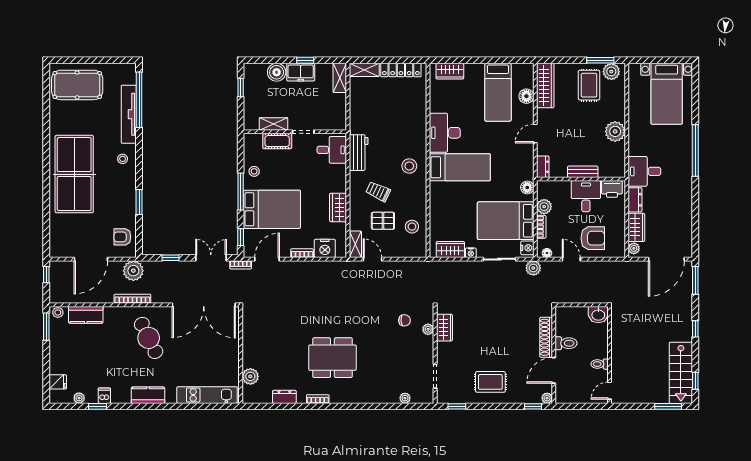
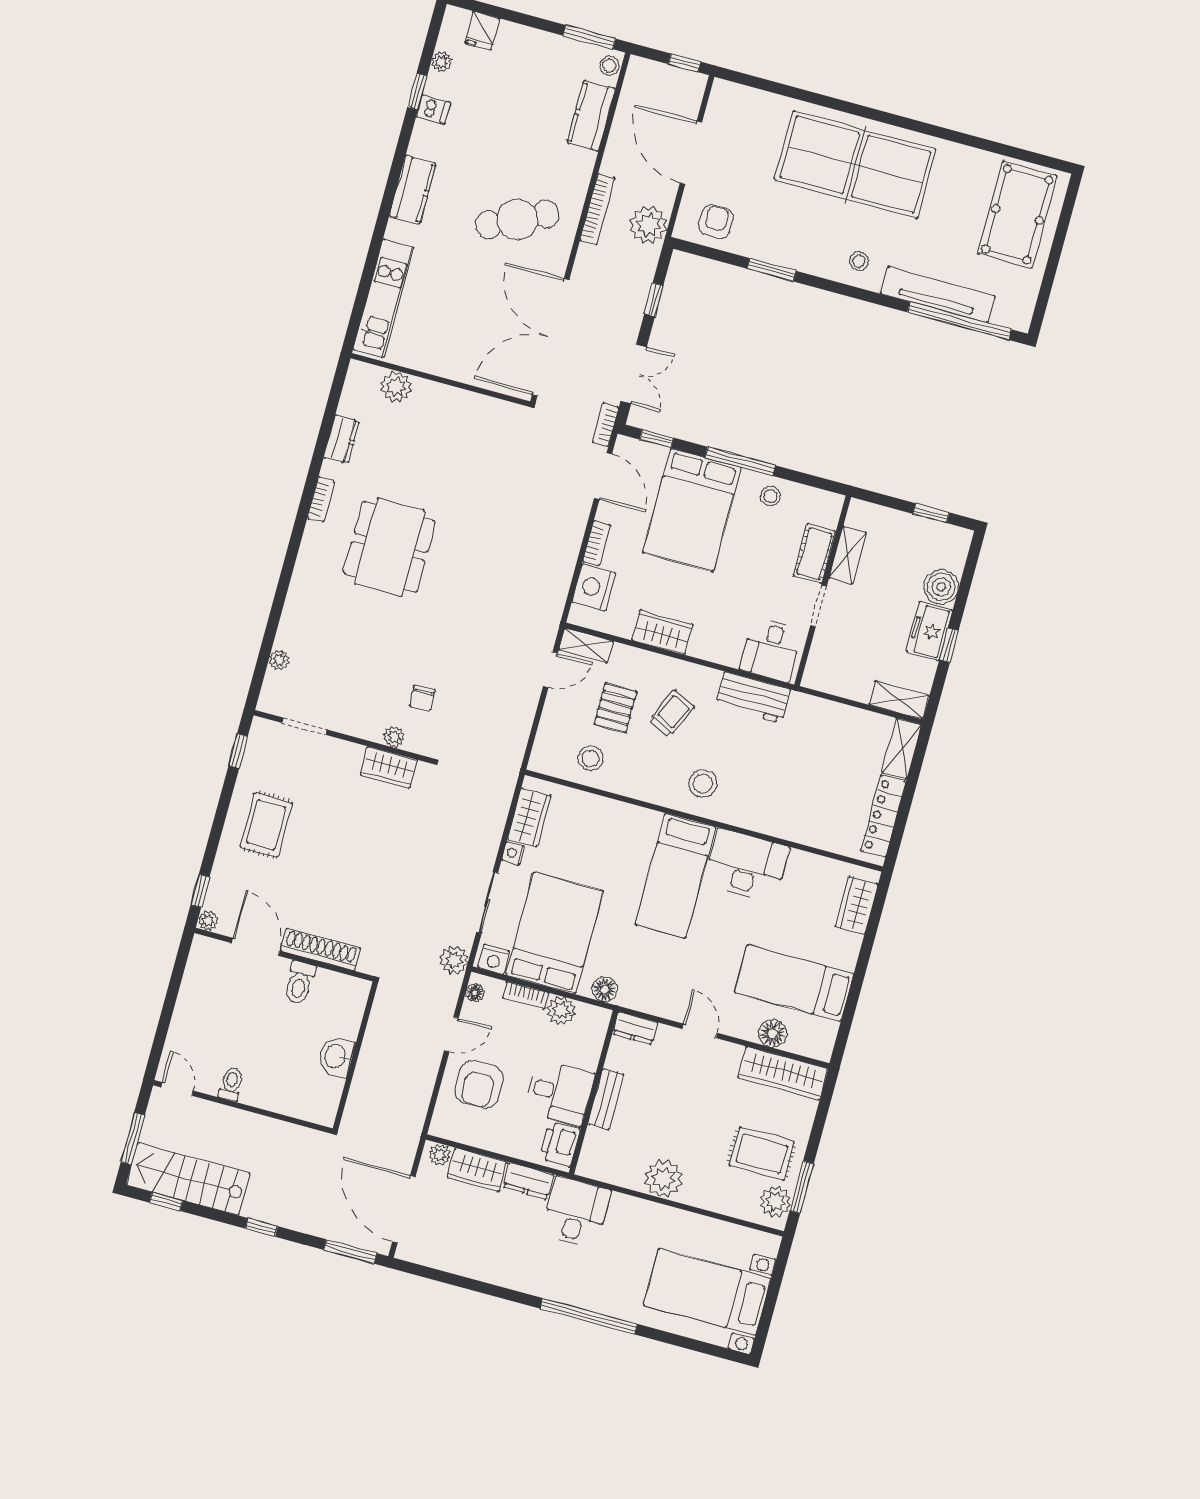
wall: (610, 355) -> (243, 1107), moved
toilet: (600, 364) -> (231, 1084), moved
door: (610, 391) -> (177, 1089), moved

